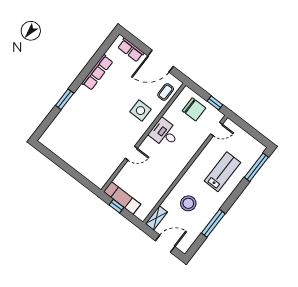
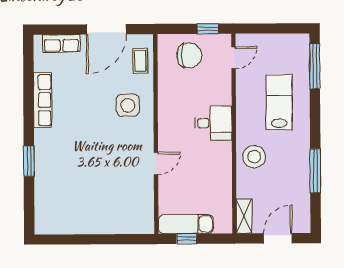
desk: (164, 133) -> (213, 123), moved, turned 180
stool: (188, 203) -> (254, 157), moved

